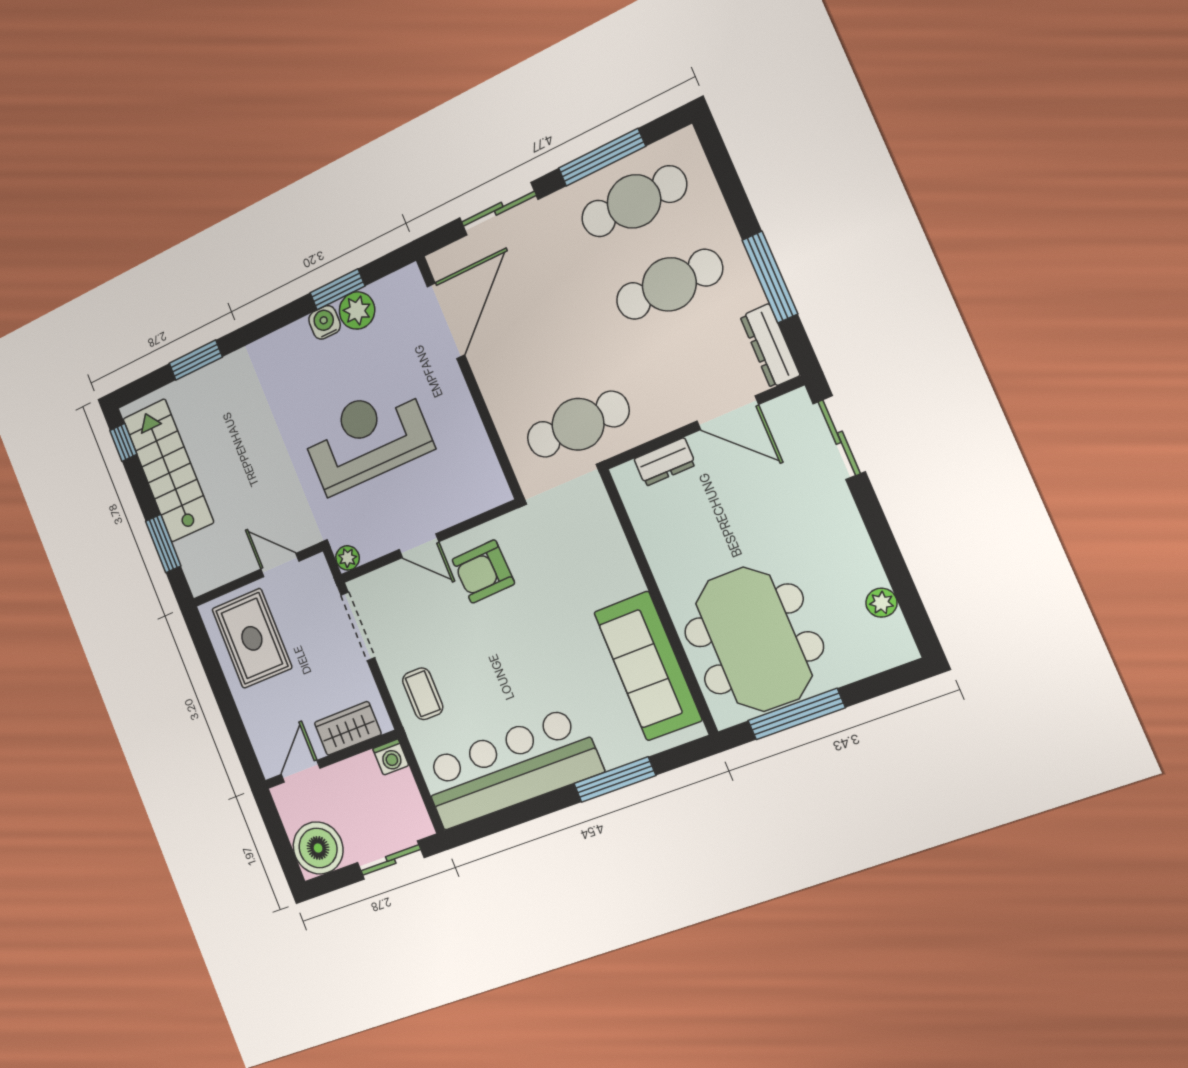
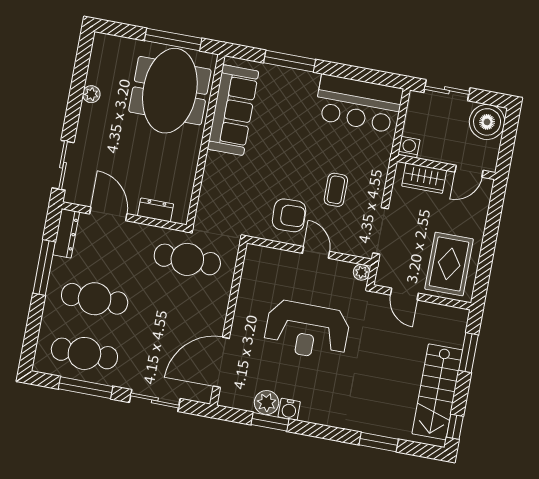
plant: (881, 603) -> (91, 94), moved
coffee table: (423, 694) -> (336, 190), moved
bar counter: (510, 768) -> (359, 104), width x0.73

